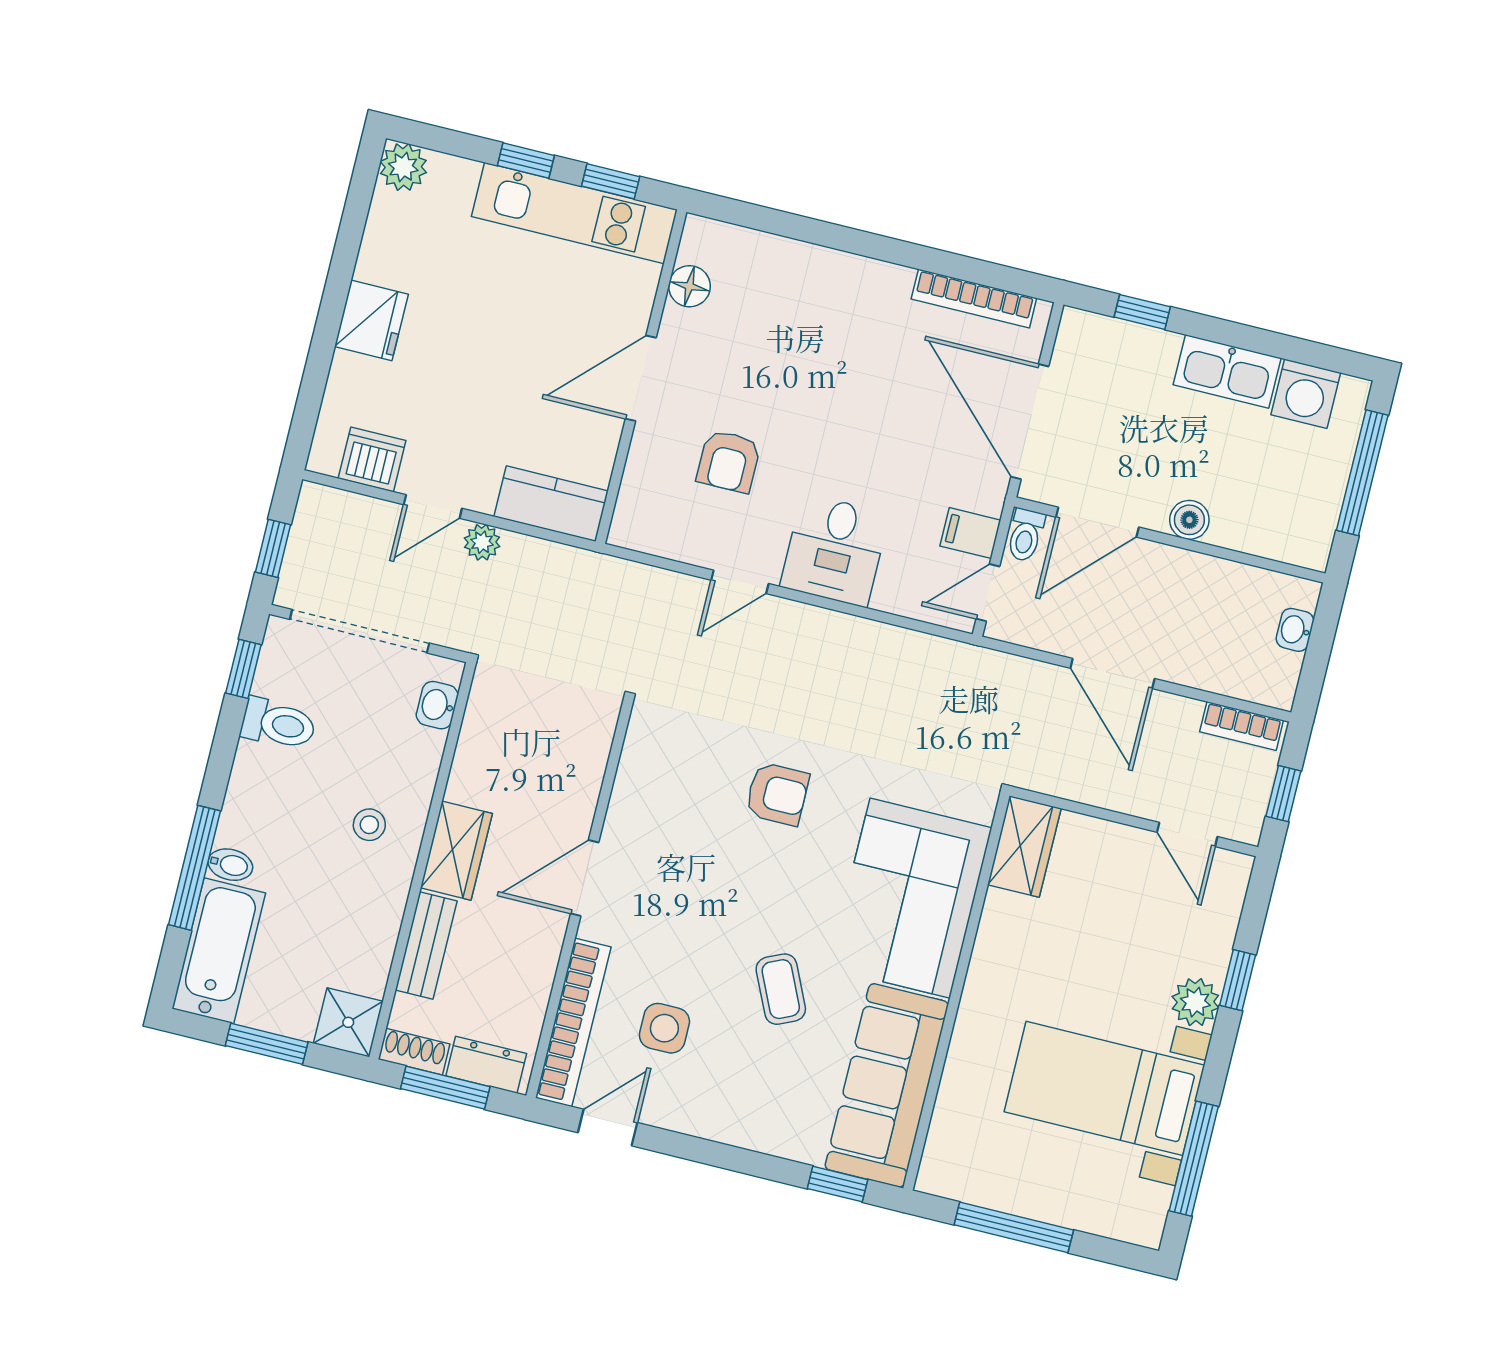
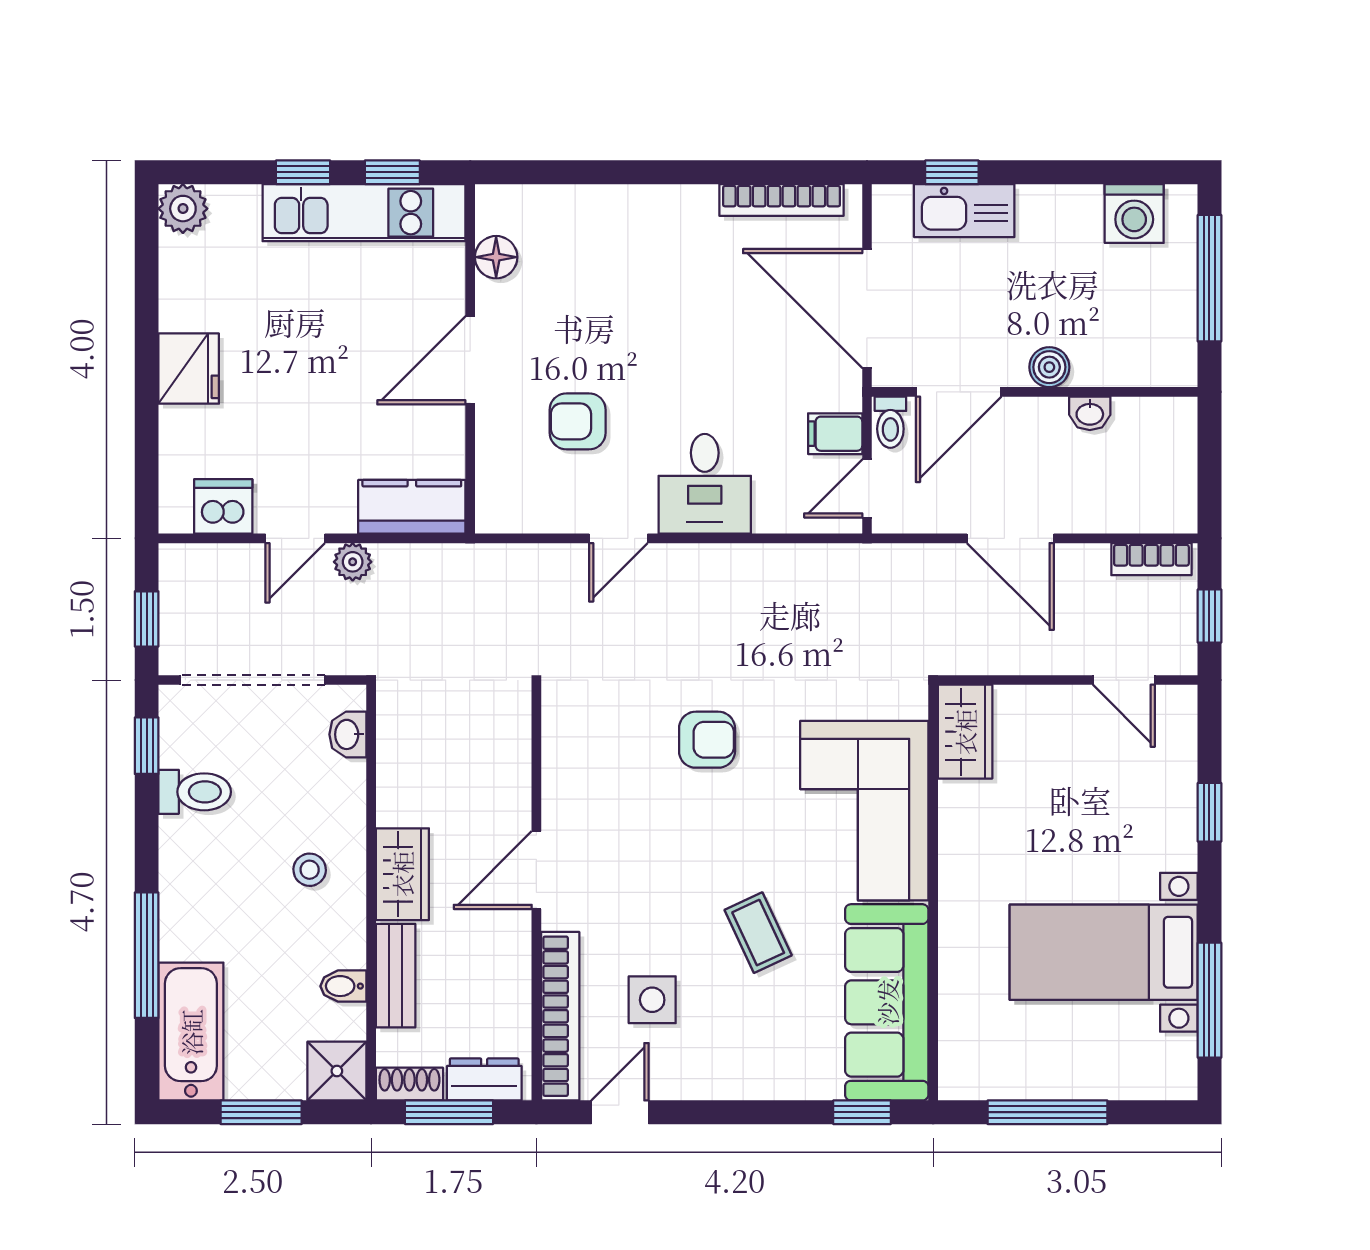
kitchen sink: (1227, 371) -> (964, 211), moved
armchair: (729, 461) -> (578, 421), turned 90
washbasin: (1295, 630) -> (1090, 413), moved, turned -90
bidet: (230, 865) -> (343, 986), moved, turned 180
plant: (1195, 1002) -> (1173, 844), removed

